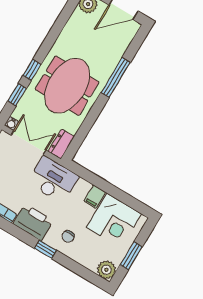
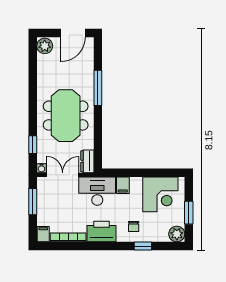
window: (32, 70) -> (33, 120), removed
filing cabinet: (95, 197) -> (123, 185), moved
window: (46, 249) -> (143, 246), moved

